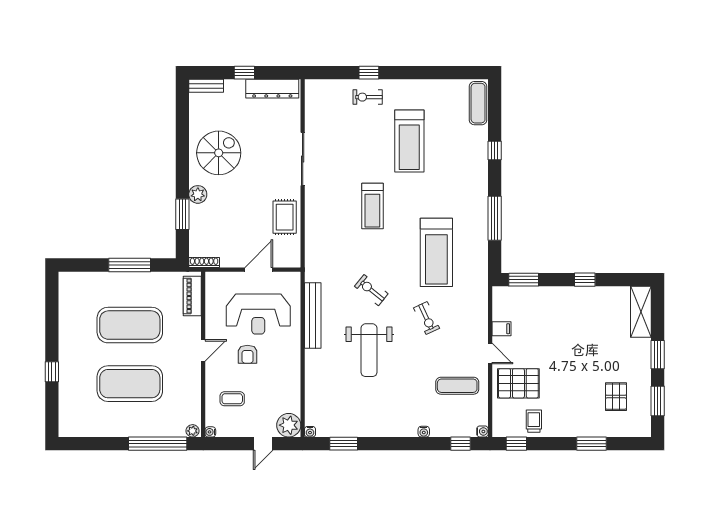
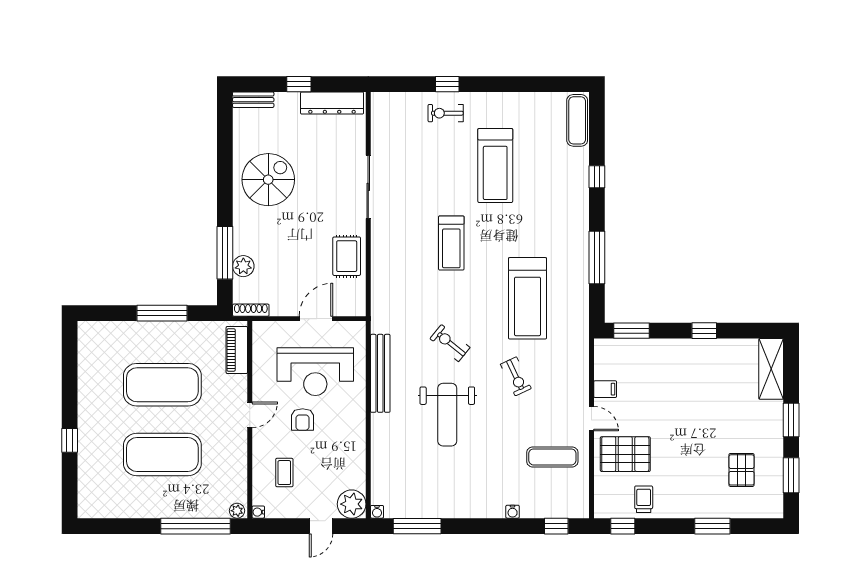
plant: (198, 194) -> (243, 266), moved
window: (182, 214) -> (225, 253), width x1.44
coffee table: (232, 399) -> (284, 473), turned 90
water cooler: (482, 431) -> (582, 512), removed
window: (344, 444) -> (417, 526), width x1.44

